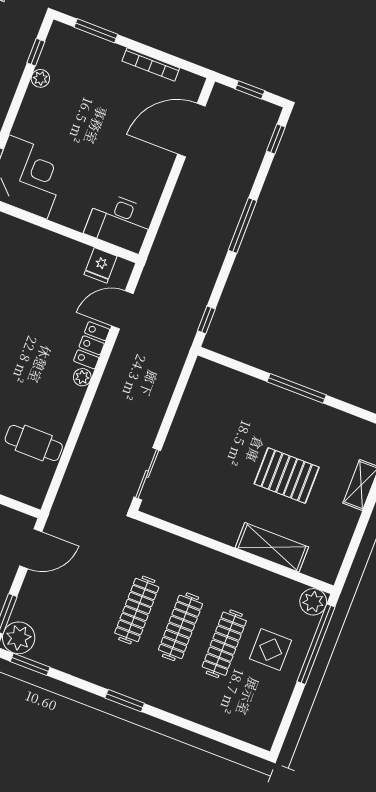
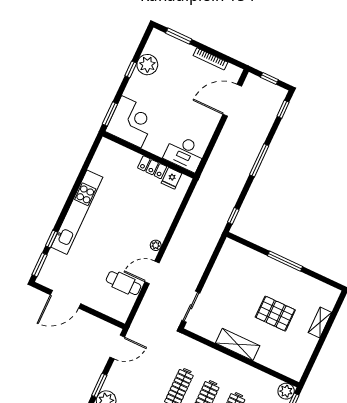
window: (36, 52) -> (131, 69), moved
plant: (40, 78) -> (147, 65), width x1.87, depth x1.87
door: (122, 310) -> (152, 272), moved
locker: (92, 345) -> (152, 167), moved, turned -90
shelving: (272, 547) -> (238, 344), moved

